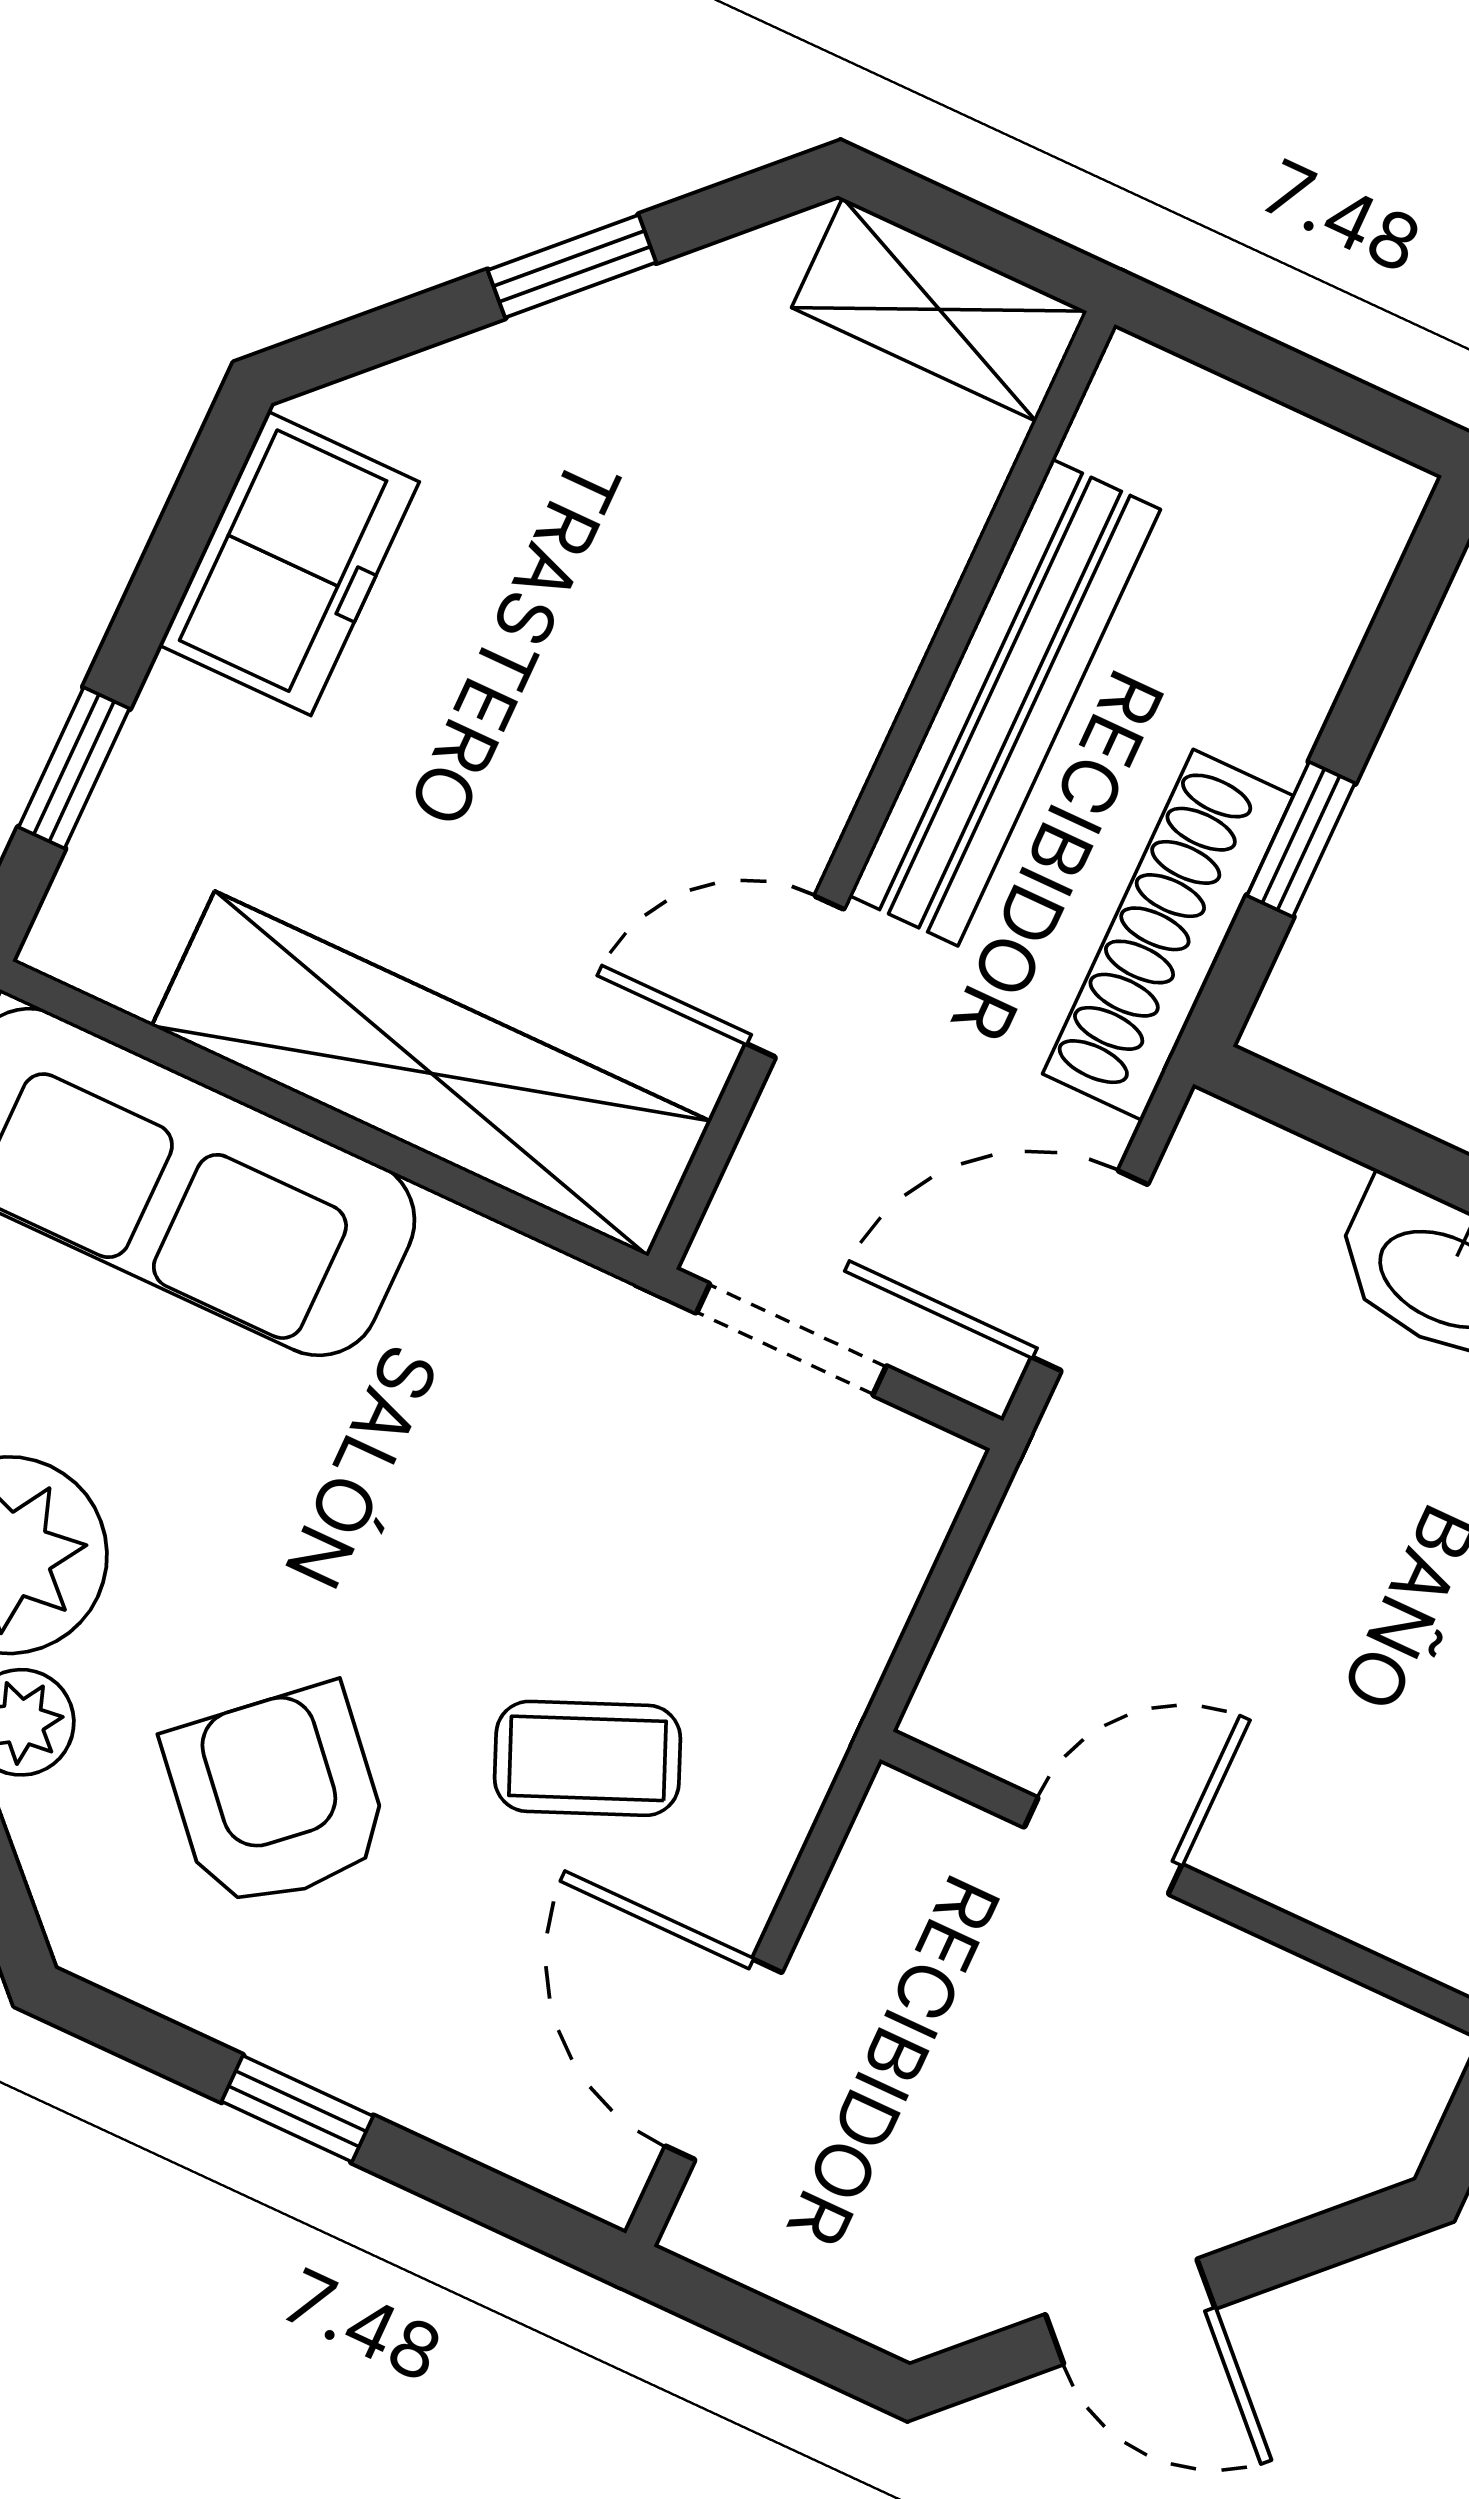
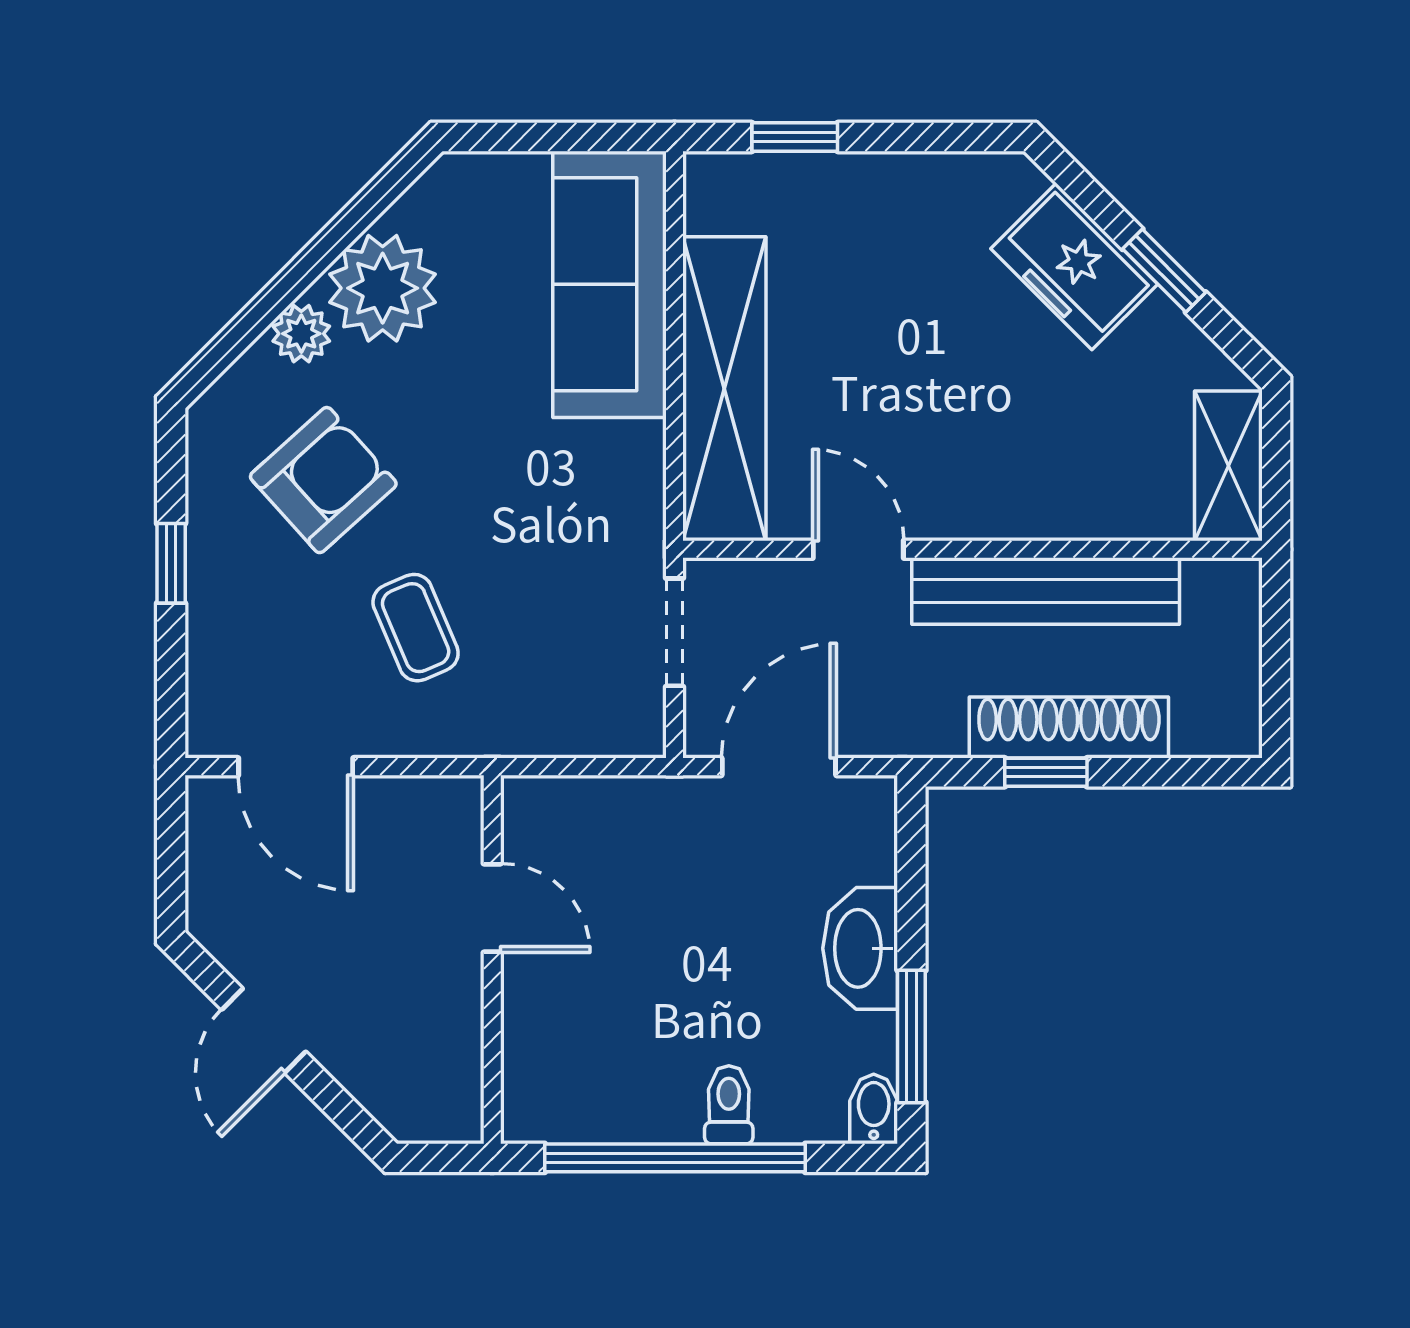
freezer: (289, 563) -> (1074, 266), moved, turned 45
shoe rack: (1168, 935) -> (1069, 728), moved
door: (1090, 1271) -> (779, 767), hinge flipped
door: (724, 2059) -> (296, 767), swing flipped

